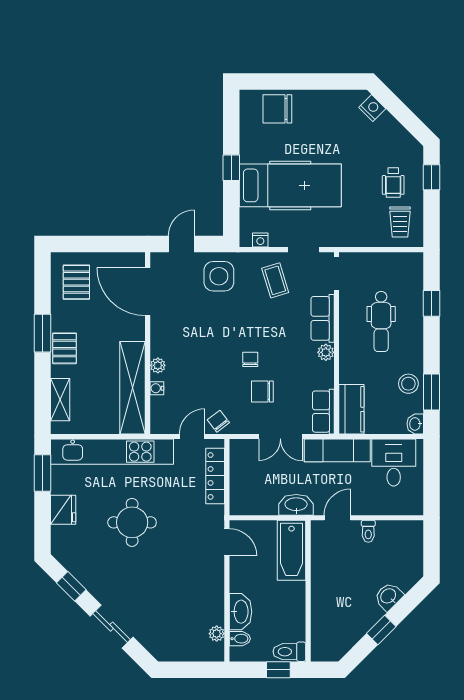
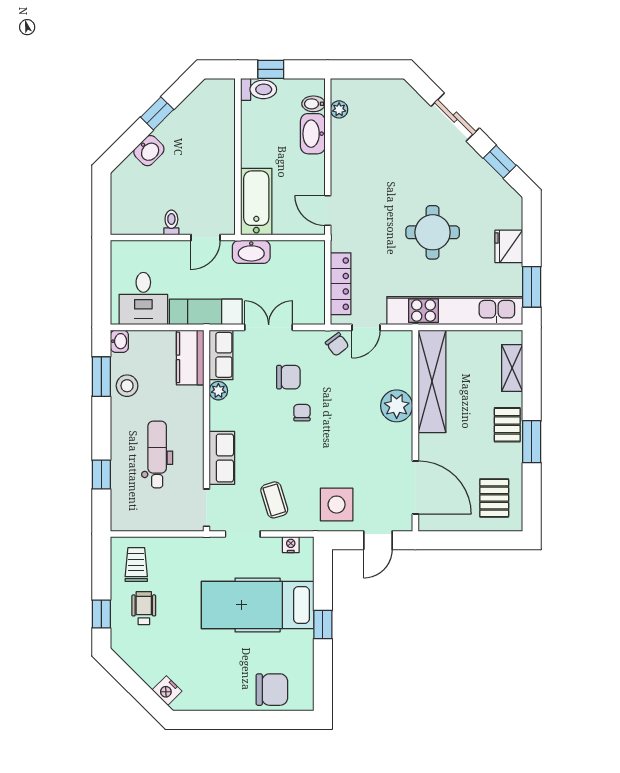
plant: (326, 352) -> (218, 391), moved
chair: (250, 359) -> (302, 413), turned 180
plant: (158, 365) -> (397, 406), width x1.88, depth x1.88
water cooler: (157, 388) -> (405, 381), removed

